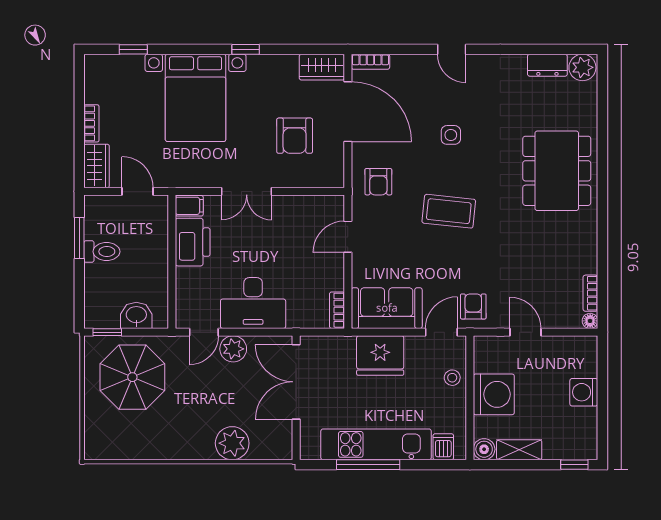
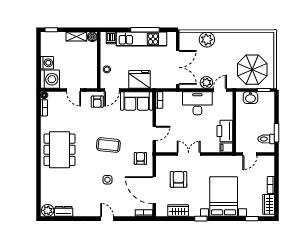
wardrobe: (322, 67) -> (178, 211), moved
wardrobe: (97, 166) -> (269, 204), moved
dining table: (557, 171) -> (60, 150), moved
door: (138, 191) -> (250, 154), hinge flipped
double door: (247, 191) -> (189, 154), moved
toilet: (102, 252) -> (266, 139), moved
washing machine: (494, 394) -> (50, 79), moved, turned 180

